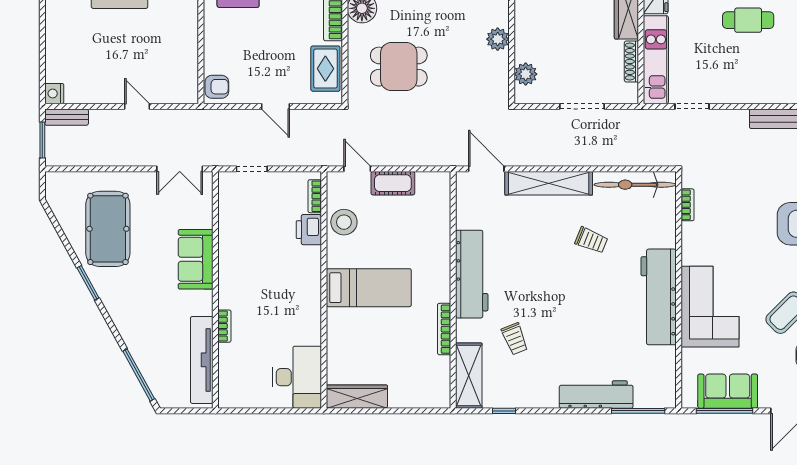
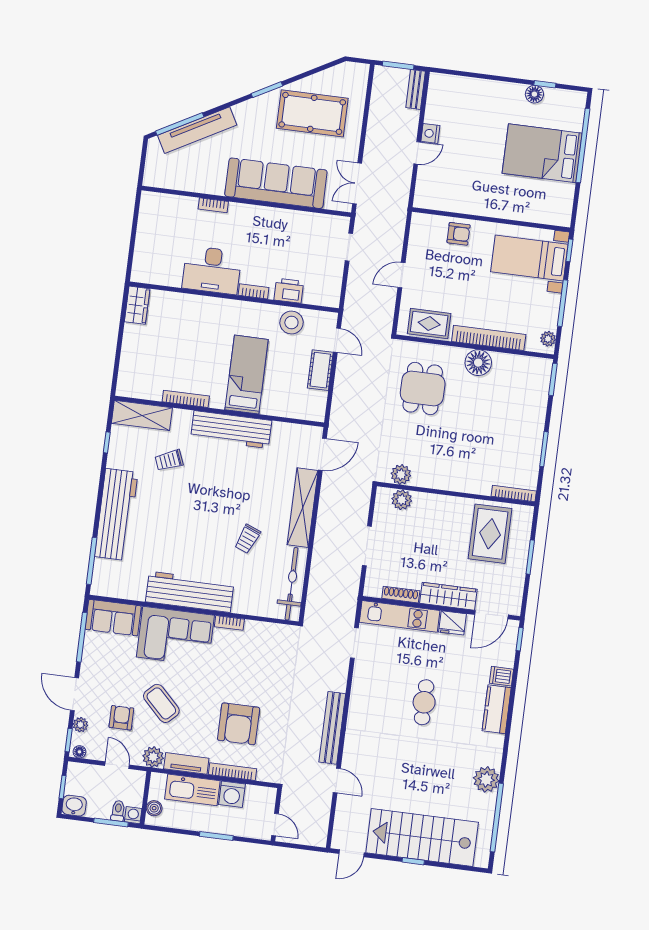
plant: (498, 39) -> (401, 475), moved
armchair: (217, 87) -> (459, 234), moved, turned -90
nightstand: (54, 94) -> (430, 133), moved, turned -90
door: (357, 169) -> (337, 340), hinge flipped
bookcase: (315, 196) -> (254, 291), moved
bookcase: (687, 205) -> (229, 623), moved
sofa: (196, 259) -> (276, 183), width x1.85, depth x1.27
bed: (369, 288) -> (247, 375), moved, turned 180
tv unit: (202, 360) -> (197, 130), moved, turned 151
desk: (297, 377) -> (212, 270), moved
sofa: (728, 391) -> (113, 618), moved, turned 90
workbench: (596, 395) -> (116, 514), width x1.36, depth x1.32
wardrobe: (357, 397) -> (137, 305), width x0.67

